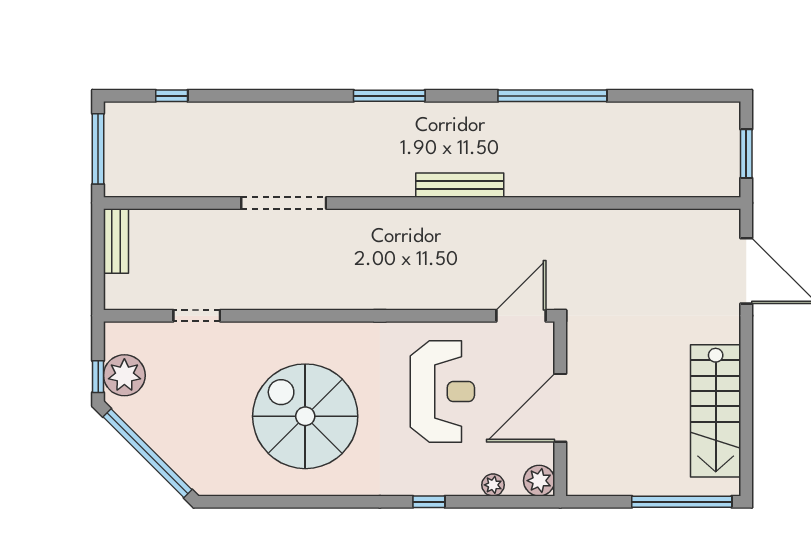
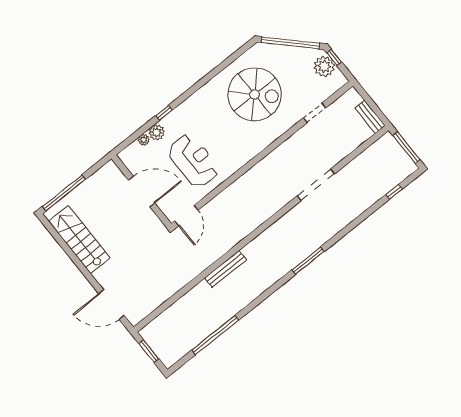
window: (552, 96) -> (215, 335), moved
bench: (460, 185) -> (225, 269), moved
reception desk: (442, 392) -> (193, 161), turned 180
door: (560, 408) -> (142, 192), hinge flipped
spiral stairs: (305, 416) -> (255, 94), moved
plant: (539, 481) -> (157, 132), moved

